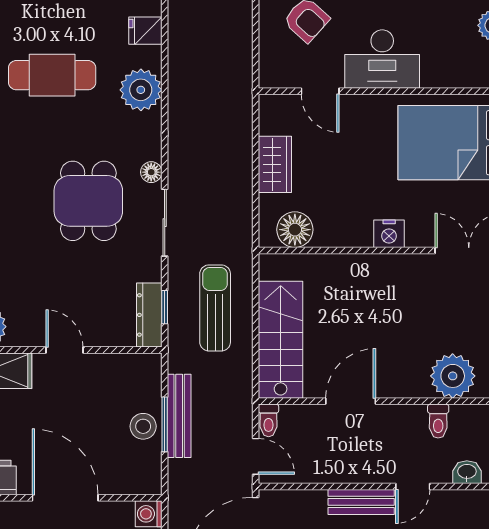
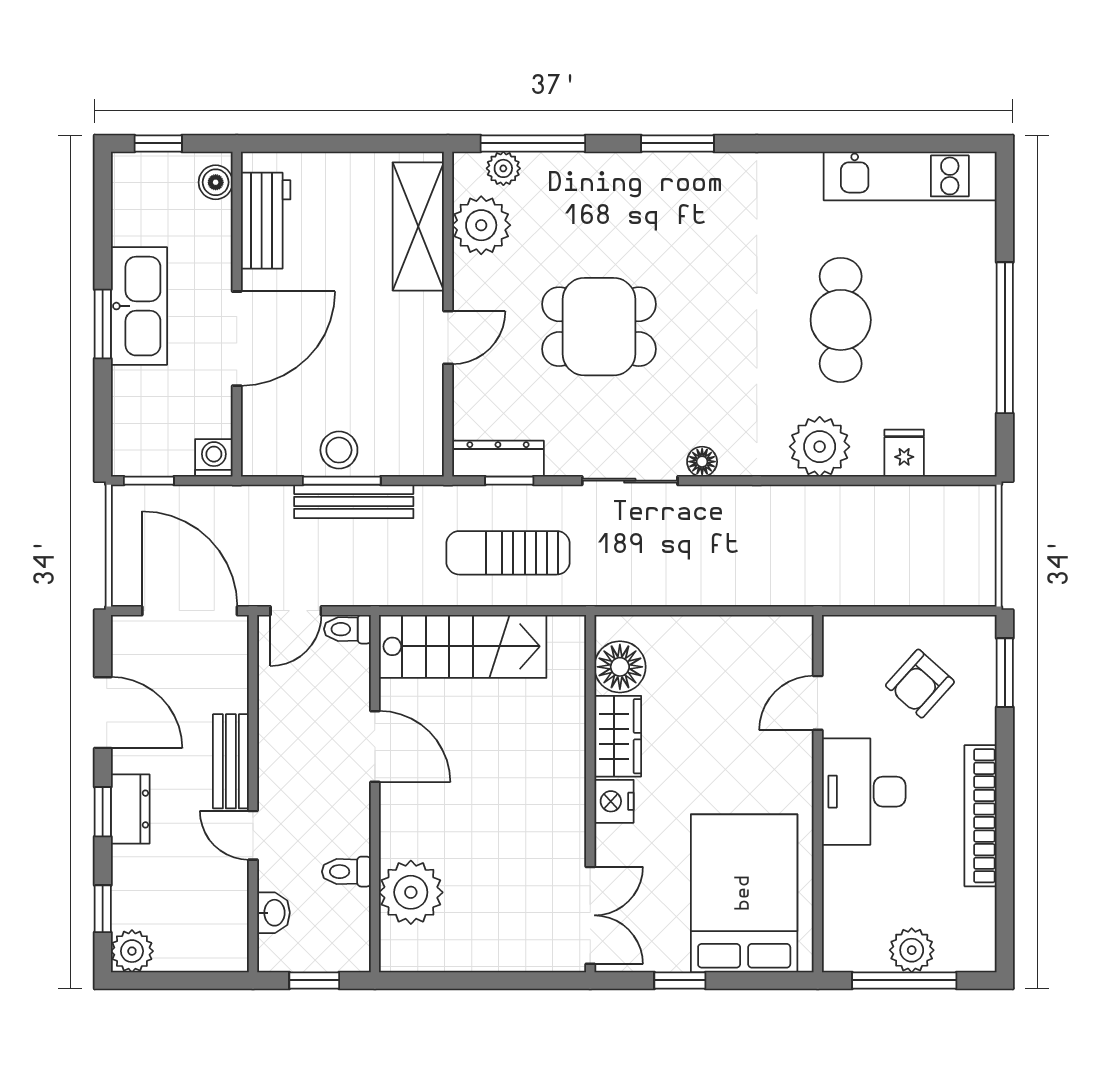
wardrobe: (275, 164) -> (618, 736), moved, turned -90
dining table: (88, 201) -> (599, 327), moved
sun lounger: (215, 308) -> (508, 553), turned 180

